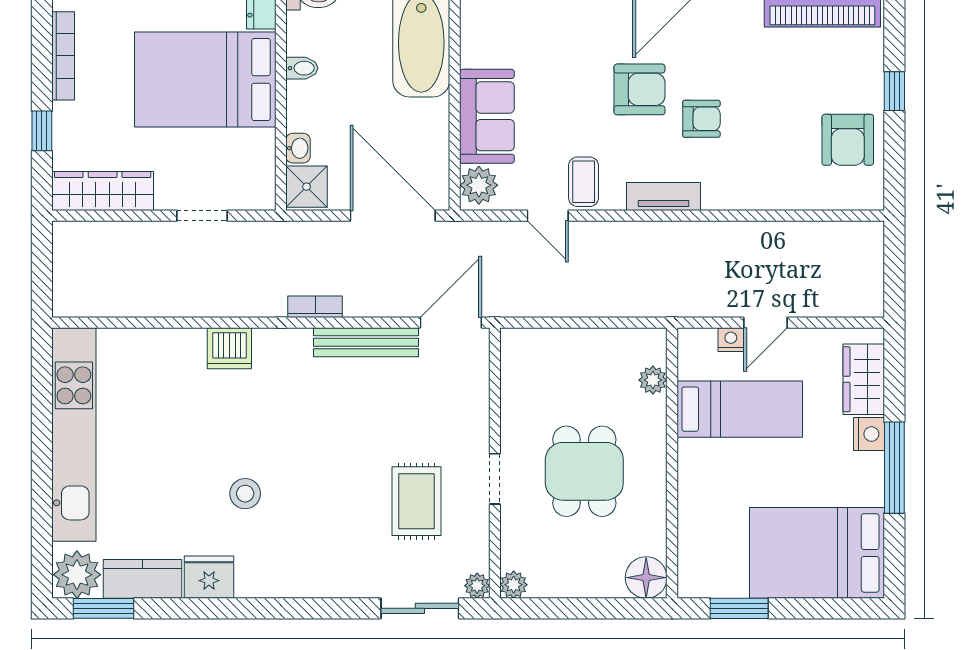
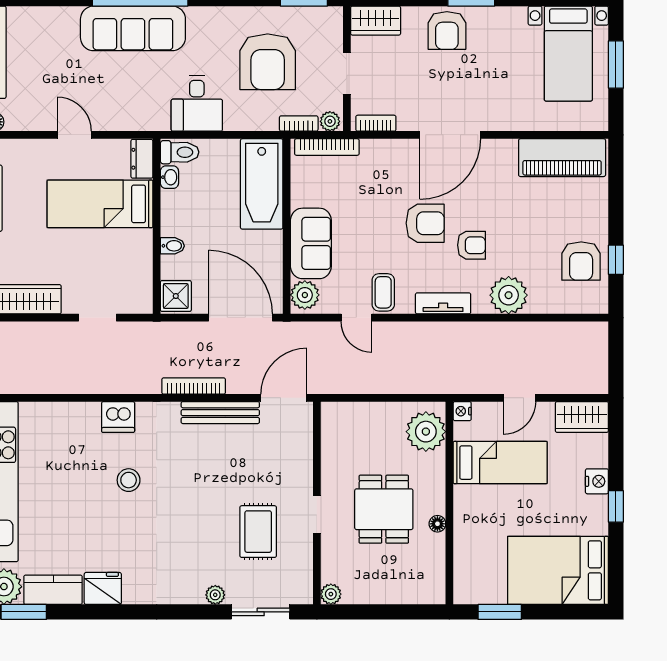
bidet: (302, 68) -> (172, 246), moved
bed: (205, 79) -> (100, 204), width x0.67
window: (894, 91) -> (616, 260), moved
washbasin: (298, 148) -> (169, 177), moved
plant: (751, 186) -> (509, 295), added
bookcase: (315, 307) -> (194, 386), width x1.56
nightstand: (731, 340) -> (462, 411), moved, turned -90
wardrobe: (864, 379) -> (582, 417), moved, turned -90
plant: (653, 380) -> (426, 432), width x1.88, depth x1.88
window: (894, 468) -> (616, 506), width x0.46
stool: (245, 494) -> (129, 480), moved
floor lamp: (646, 578) -> (437, 524), moved, width x0.53, depth x0.53
plant: (477, 586) -> (215, 595), moved

